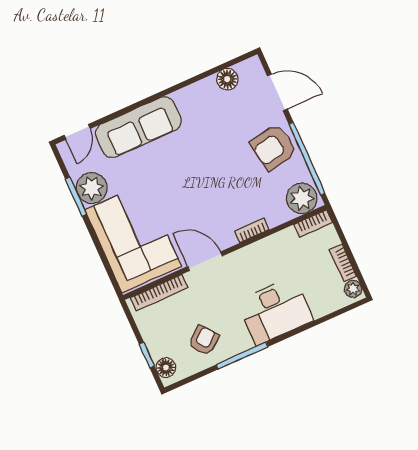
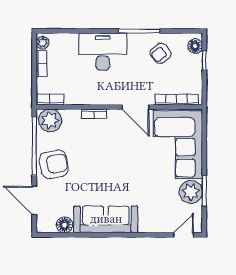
sofa: (138, 127) -> (106, 219), moved

